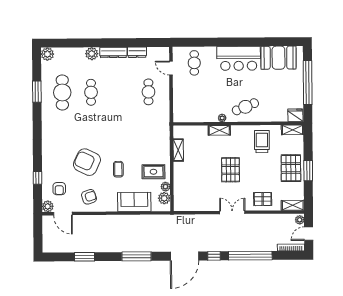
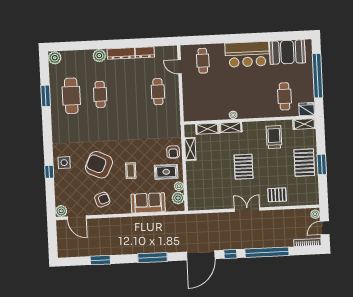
cafe table: (245, 107) -> (285, 96), moved, turned -68
side table: (53, 159) -> (64, 163), added
window: (37, 178) -> (49, 172), moved
armchair: (59, 189) -> (173, 152), moved
shelving: (293, 205) -> (207, 129), moved

